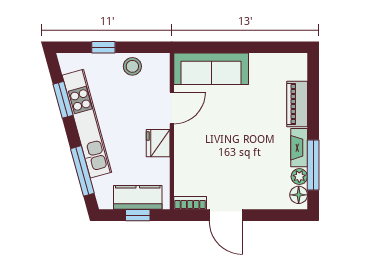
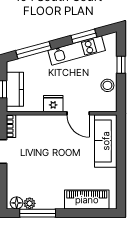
piano: (297, 104) -> (87, 200), width x1.37, depth x1.33
kitchen unit: (87, 124) -> (77, 51), width x0.73
fireplace: (299, 148) -> (50, 203), removed

